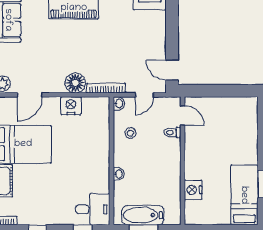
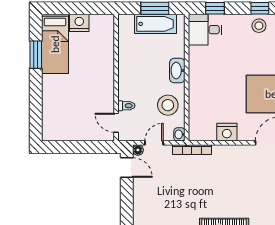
floor lamp: (75, 83) -> (138, 150), moved, width x0.53, depth x0.53
stool: (130, 133) -> (168, 105), width x1.89, depth x1.89
washbasin: (119, 174) -> (177, 71), width x1.91, depth x1.45
nightstand: (193, 190) -> (79, 23), moved, turned -90
stool: (38, 213) -> (259, 26), added

